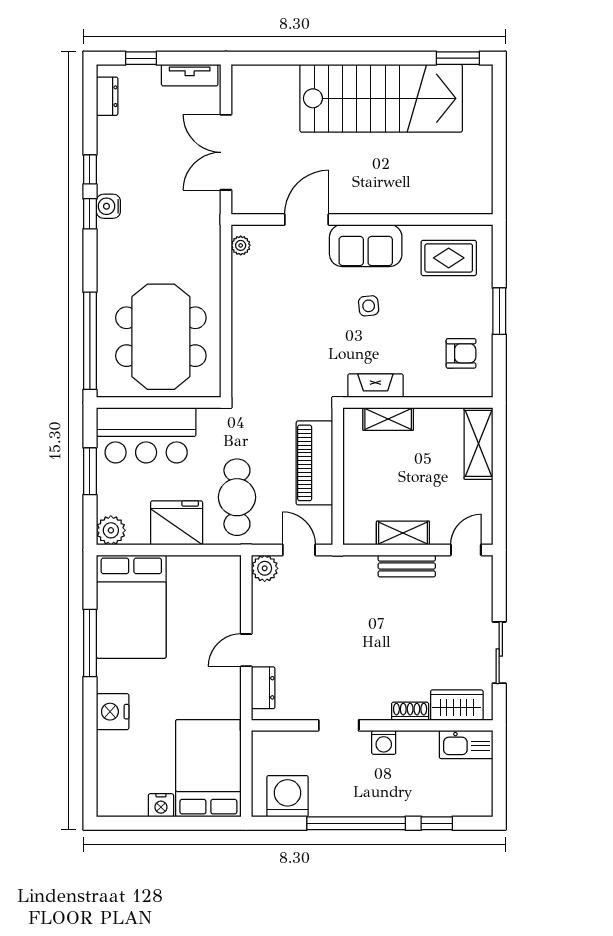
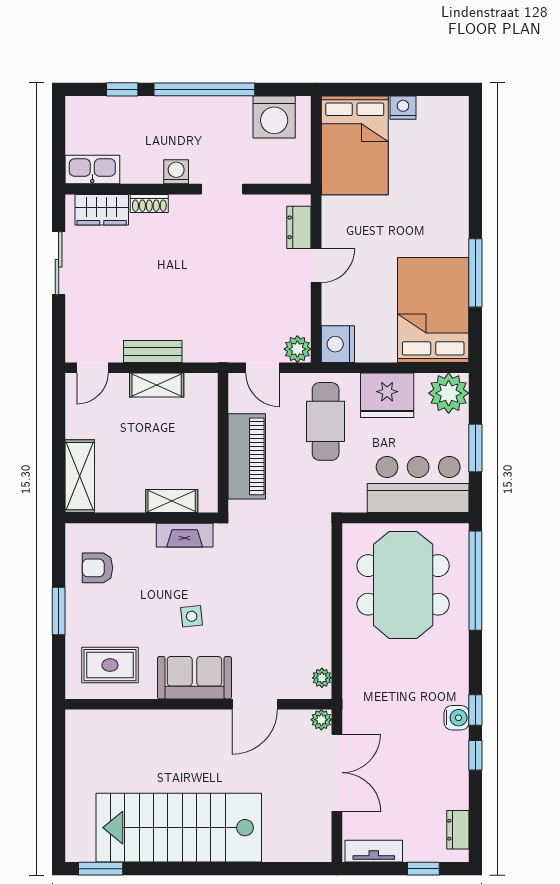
plant: (241, 204) -> (321, 720), added
plant: (111, 530) -> (449, 393), width x1.36, depth x1.36
nightstand: (113, 712) -> (338, 344), moved, turned 180

